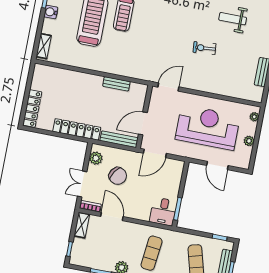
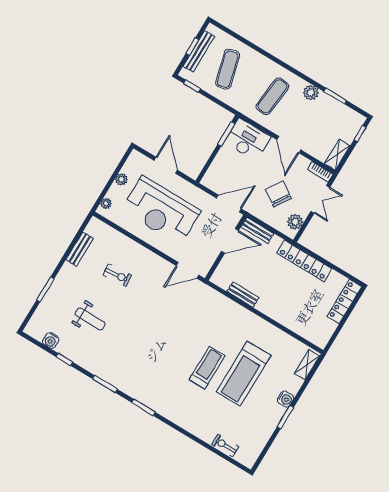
exercise bike: (205, 48) -> (117, 275), moved
bench: (119, 139) -> (257, 230), width x0.73
desk: (163, 212) -> (248, 139), width x1.37
door: (112, 217) -> (289, 145), moved

